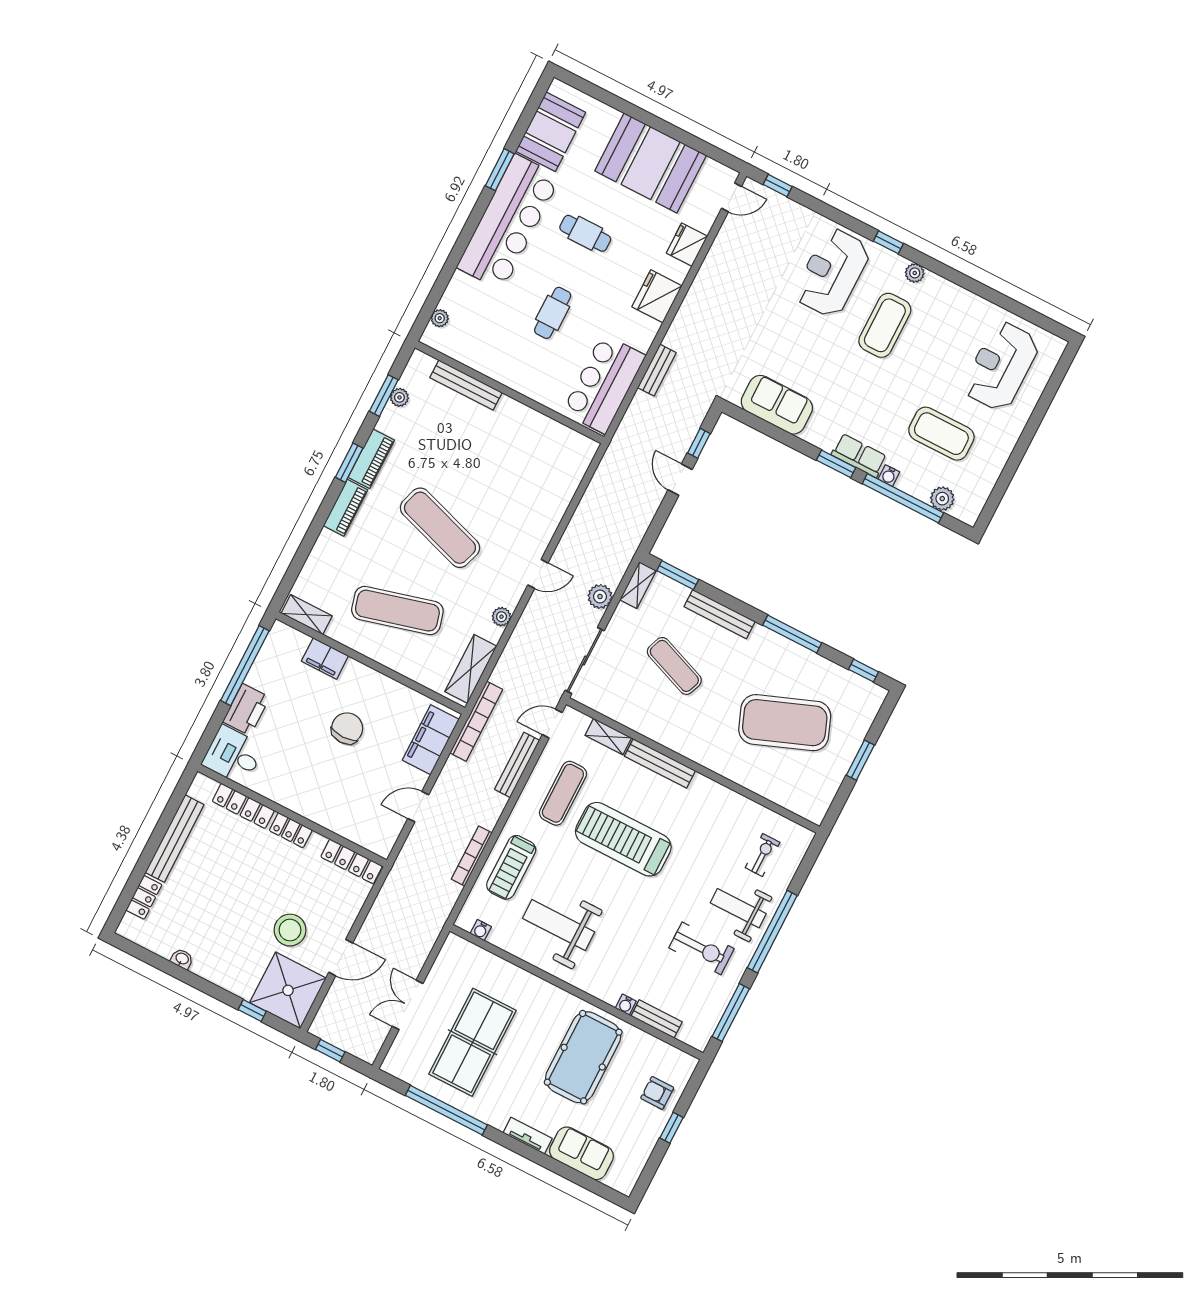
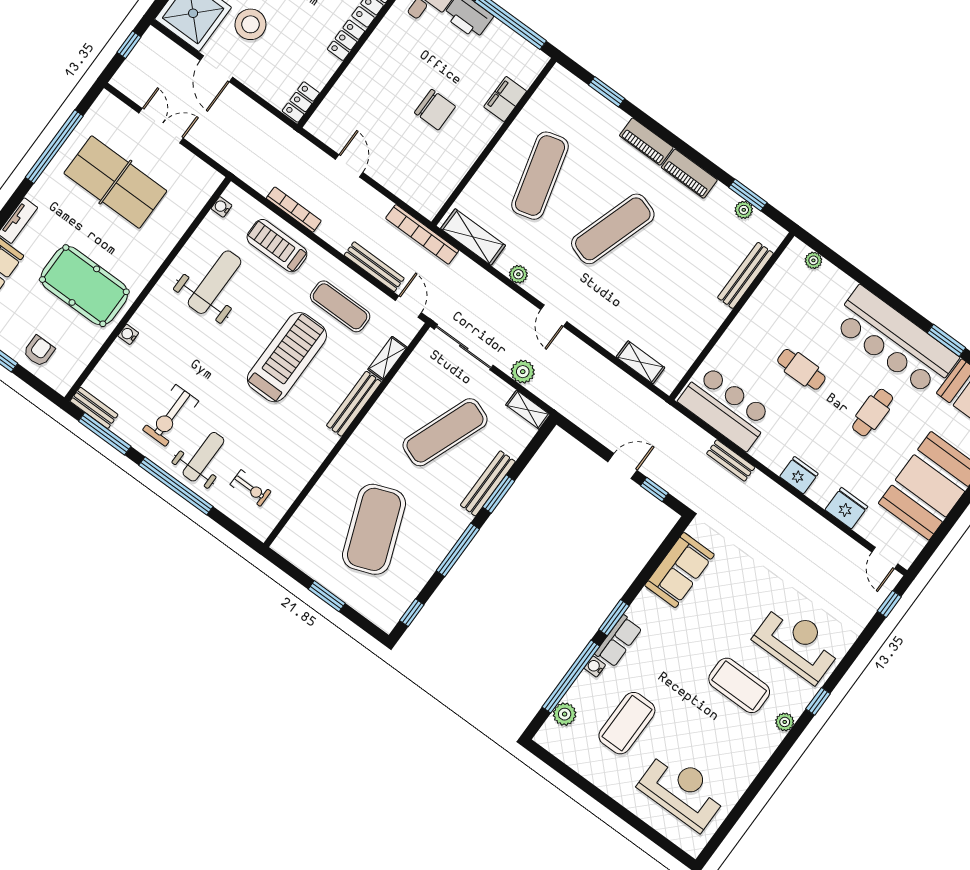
fridge: (657, 296) -> (799, 475), width x0.73, depth x0.75
window: (349, 463) -> (607, 92), moved
window: (678, 575) -> (499, 494), moved
shelving: (307, 615) -> (640, 362), moved, turned 90
exercise mat: (674, 666) -> (445, 432), width x1.36, depth x1.45
filing cabinet: (431, 740) -> (411, 188), removed
locker: (352, 861) -> (301, 102), width x0.66
bench: (657, 1019) -> (94, 408), moved, turned 90

